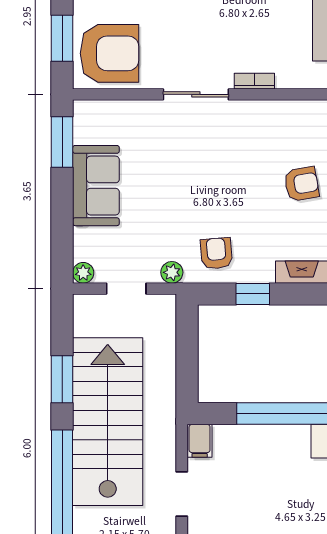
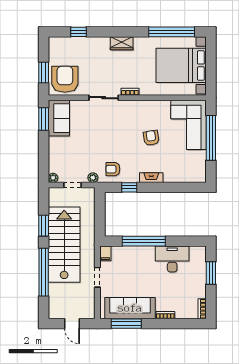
armchair: (109, 53) -> (65, 79), turned -90
armchair: (302, 184) -> (151, 138), turned -89
sofa: (96, 186) -> (59, 118), moved
armchair: (216, 253) -> (113, 169), turned -85

